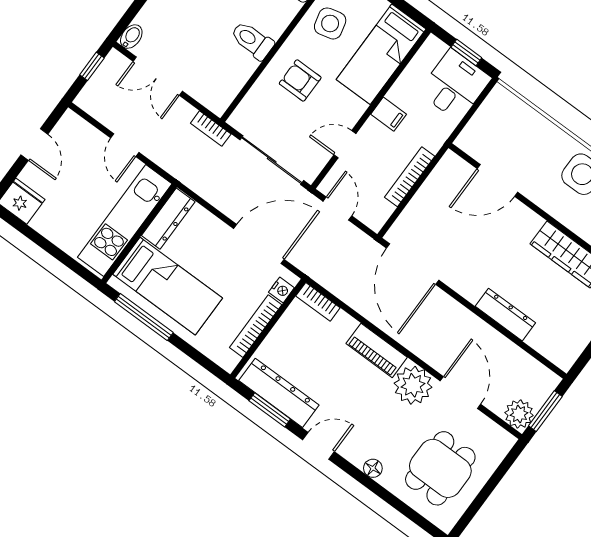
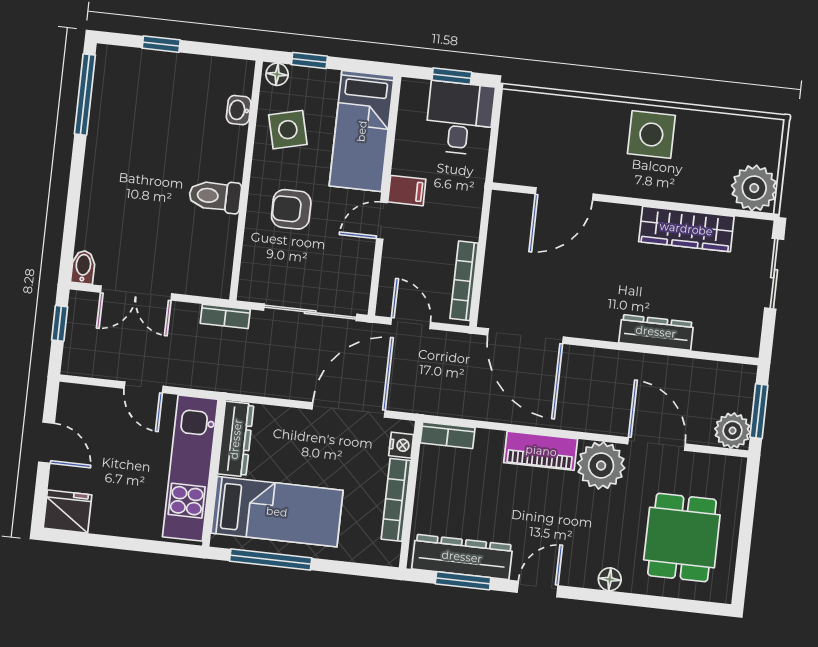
door: (345, 144) -> (382, 221), moved
bookcase: (410, 177) -> (464, 281), moved

